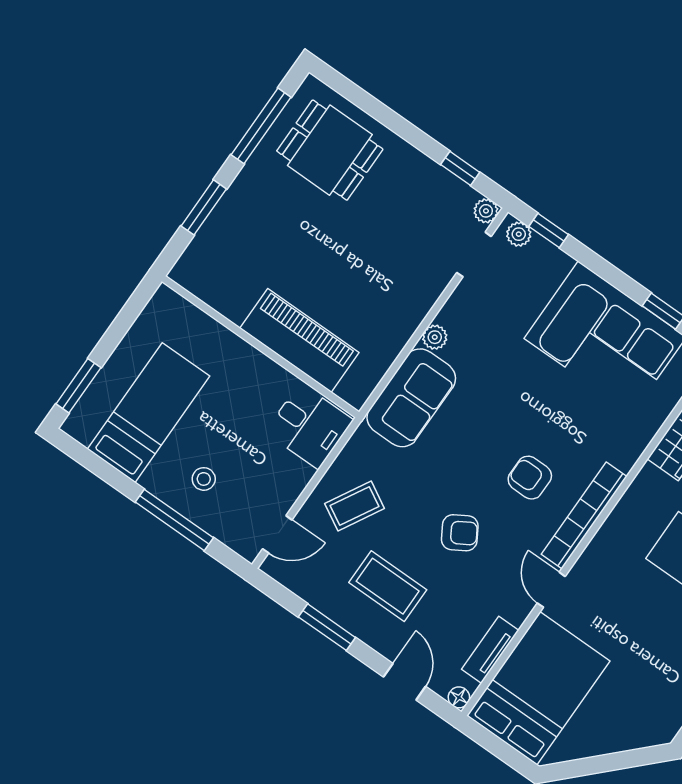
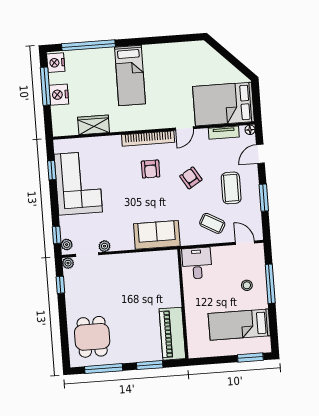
plant: (435, 337) -> (105, 246), moved
piano: (299, 340) -> (172, 334), moved

